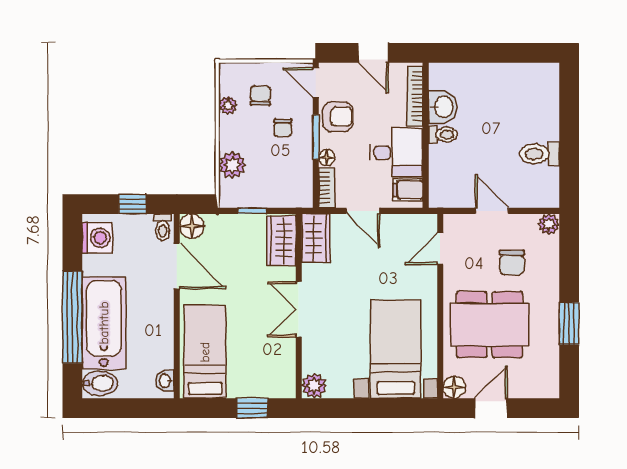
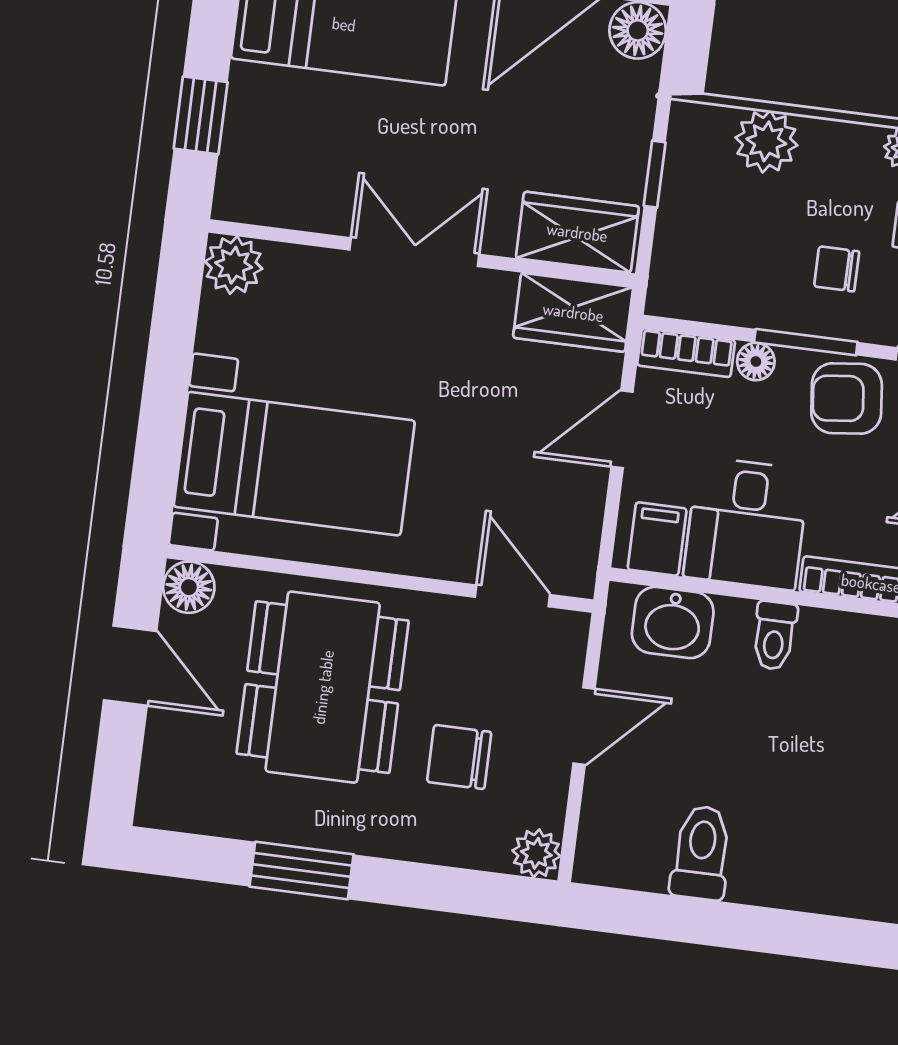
washbasin: (443, 107) -> (673, 623), moved
armchair: (338, 117) -> (847, 398), turned 84

